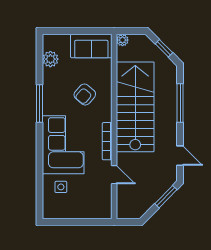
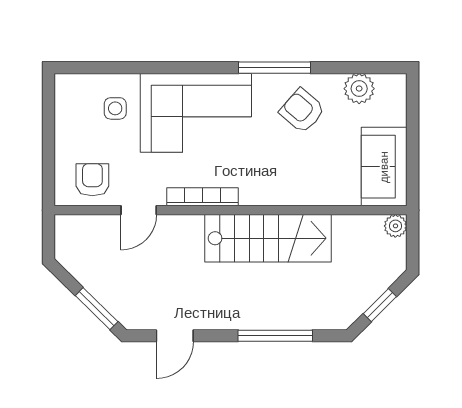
armchair: (85, 95) -> (302, 111), moved
stairs: (135, 107) -> (268, 238), width x0.73, depth x0.66
armchair: (98, 199) -> (92, 180), added

